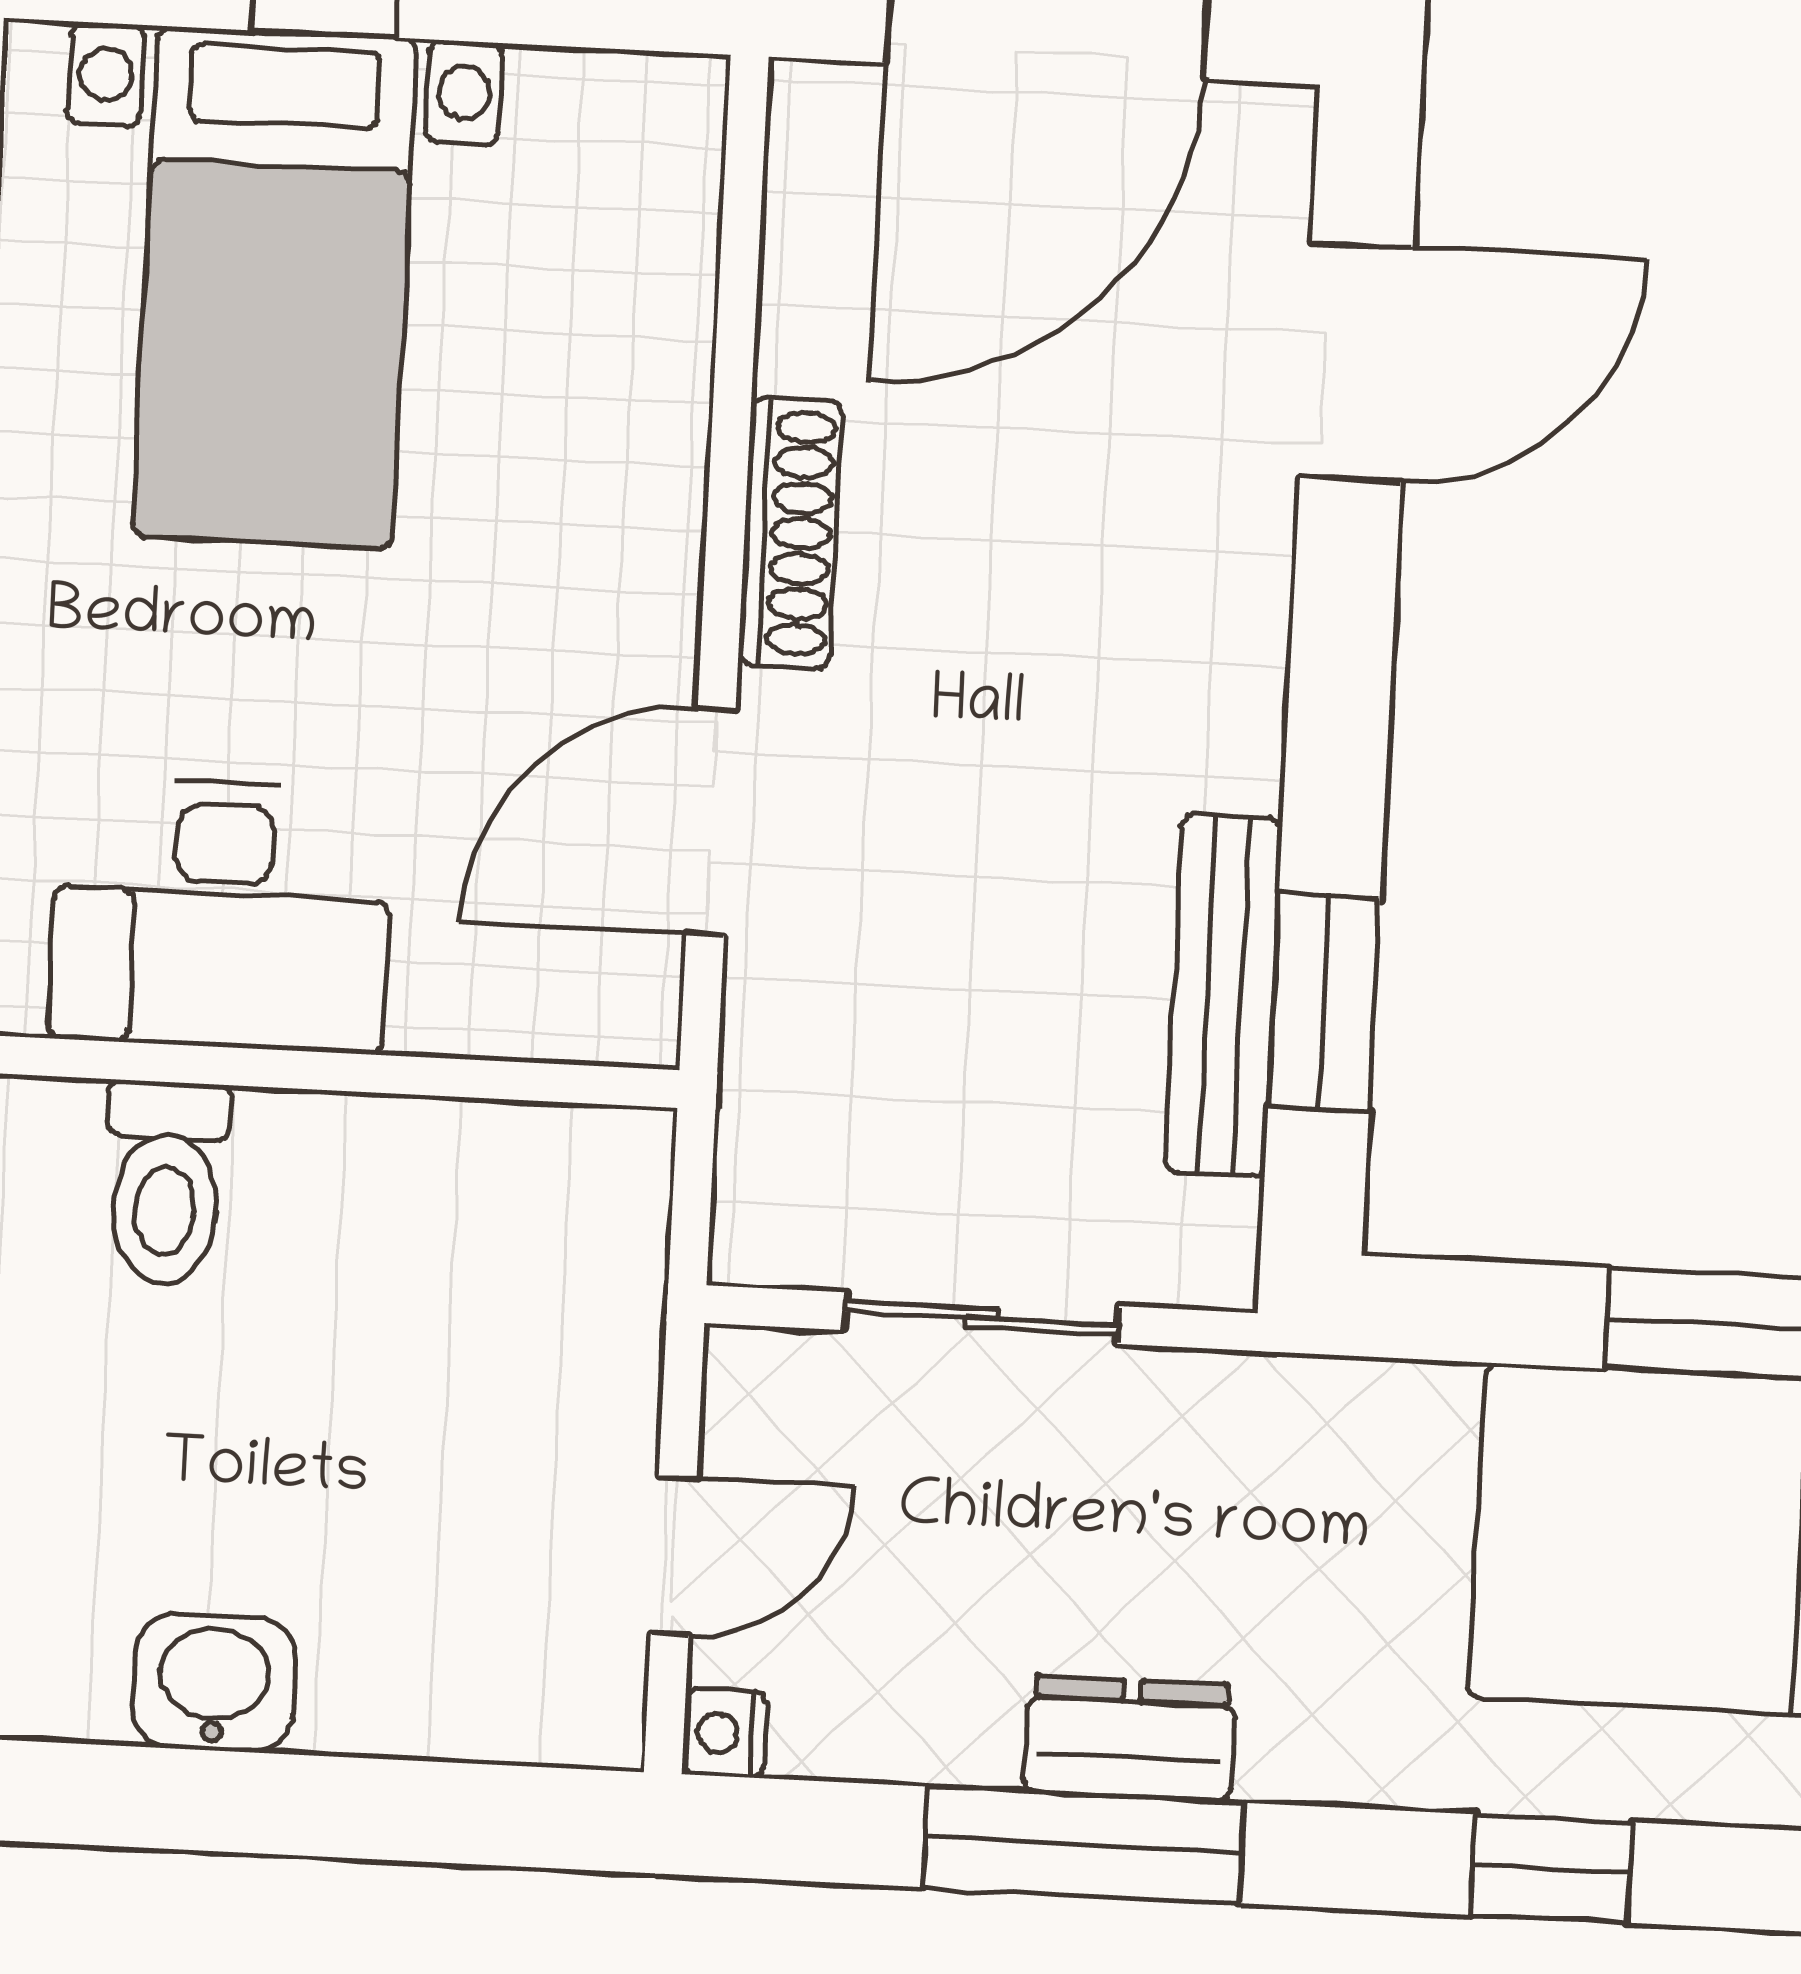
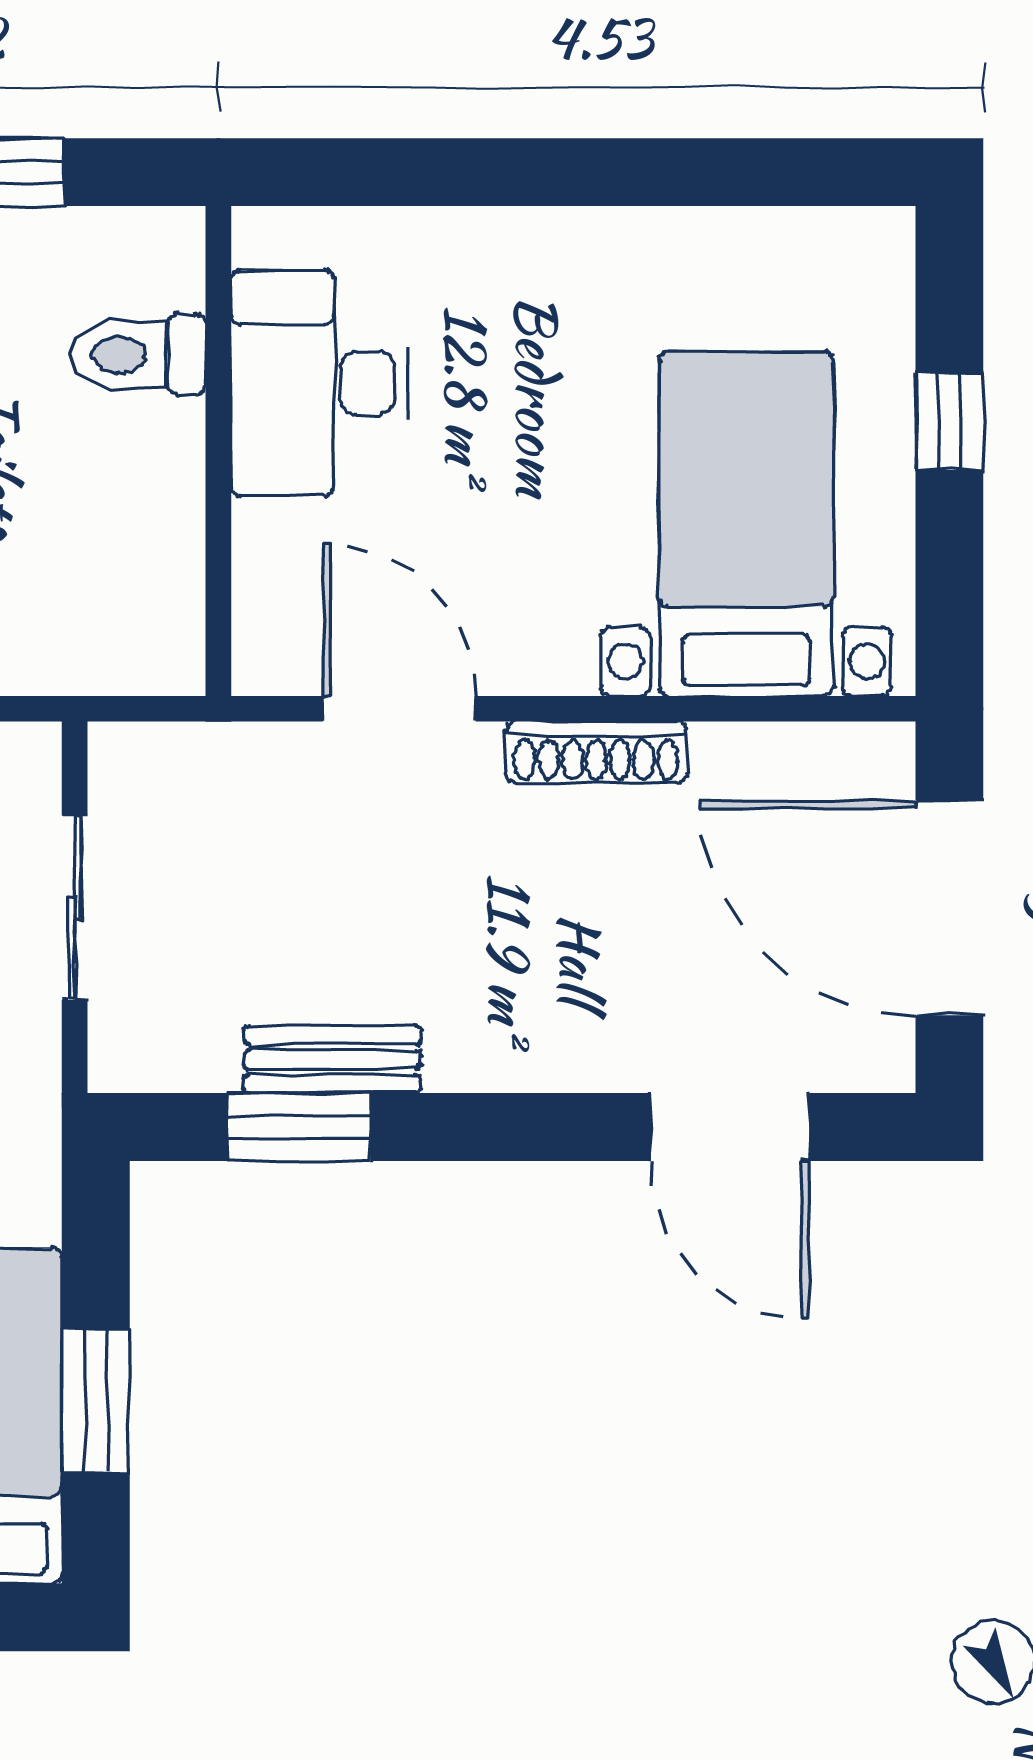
bed with nightstands: (275, 288) -> (746, 524), moved, turned 90
bench: (1224, 995) -> (332, 1059), width x0.73

